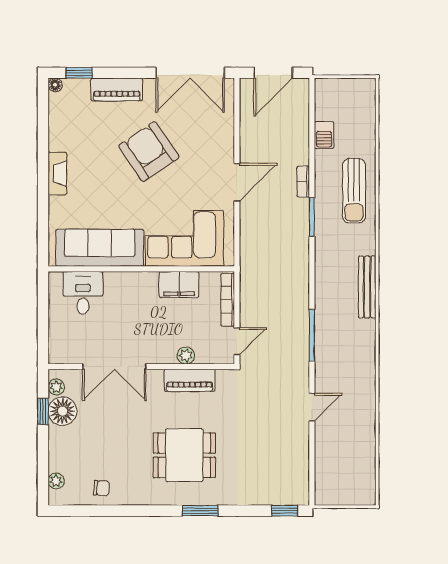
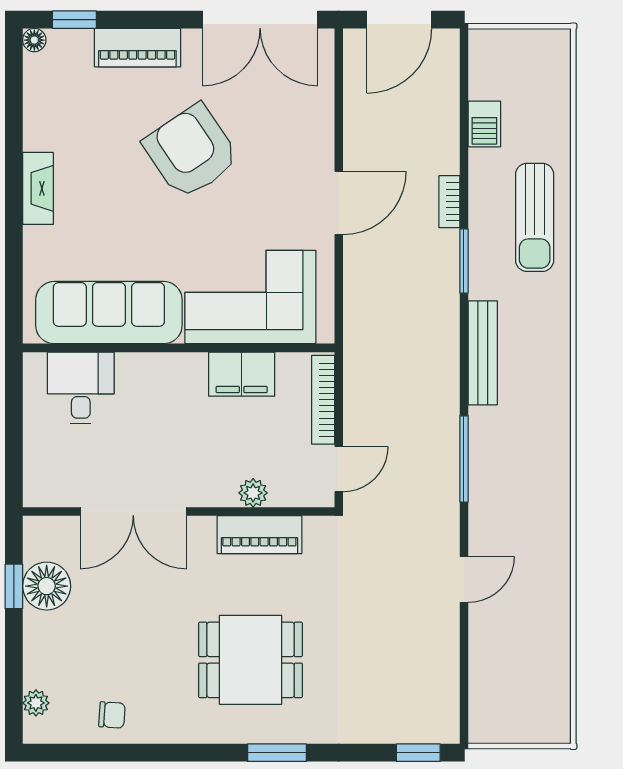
bench: (367, 287) -> (483, 353), moved
plant: (56, 387) -> (36, 546), removed

